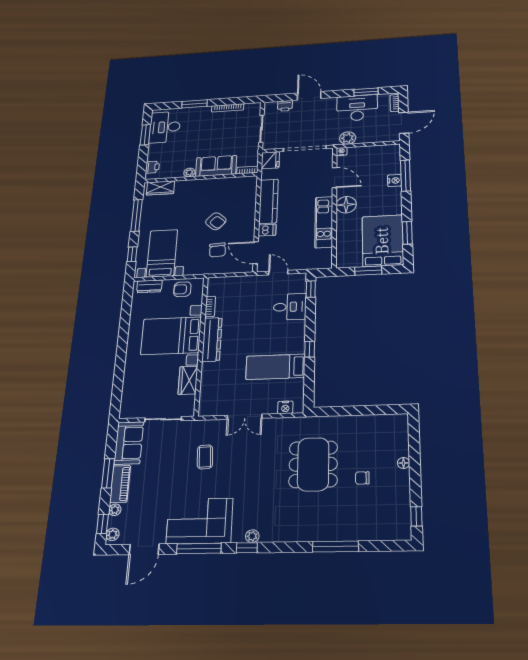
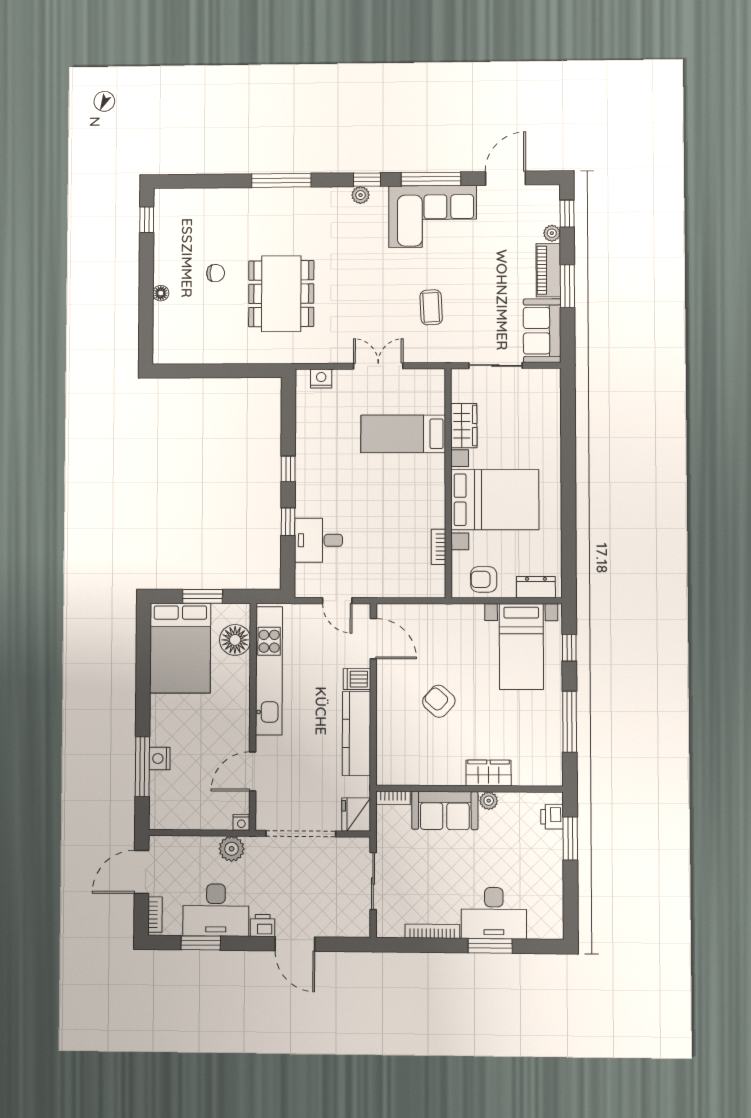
printer: (285, 106) -> (263, 925), moved
desk: (165, 127) -> (494, 913), moved, turned 90
window: (145, 135) -> (570, 838), moved
door: (335, 178) -> (253, 772), hinge flipped
wardrobe: (161, 188) -> (489, 773), moved
floor lamp: (346, 205) -> (235, 640), moved
kitchen unit: (324, 222) -> (269, 671), width x1.36
window: (407, 233) -> (143, 660), removed
chair: (217, 250) -> (433, 647), removed
armchair: (182, 289) -> (484, 579), turned 180
window: (311, 289) -> (288, 522), moved
dresser: (212, 339) -> (432, 491), removed
bed: (275, 367) -> (403, 434), moved, turned 180
plant: (113, 534) -> (551, 199), removed
window: (335, 547) -> (281, 180), moved

